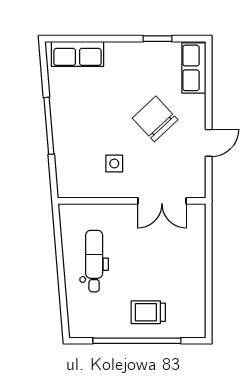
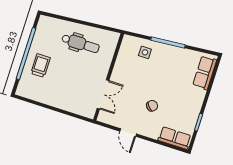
chair: (155, 119) -> (152, 106), width x0.54, depth x0.54
side table: (114, 164) -> (145, 52), moved
double door: (162, 201) -> (103, 94), swing flipped

